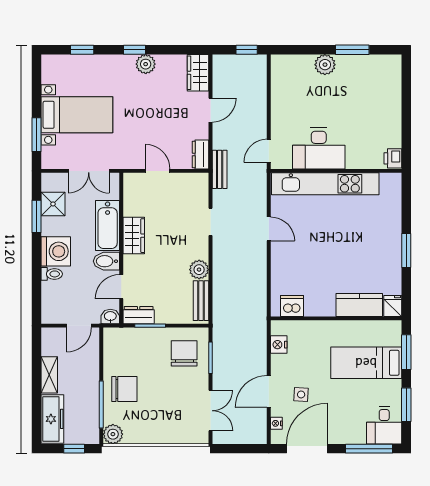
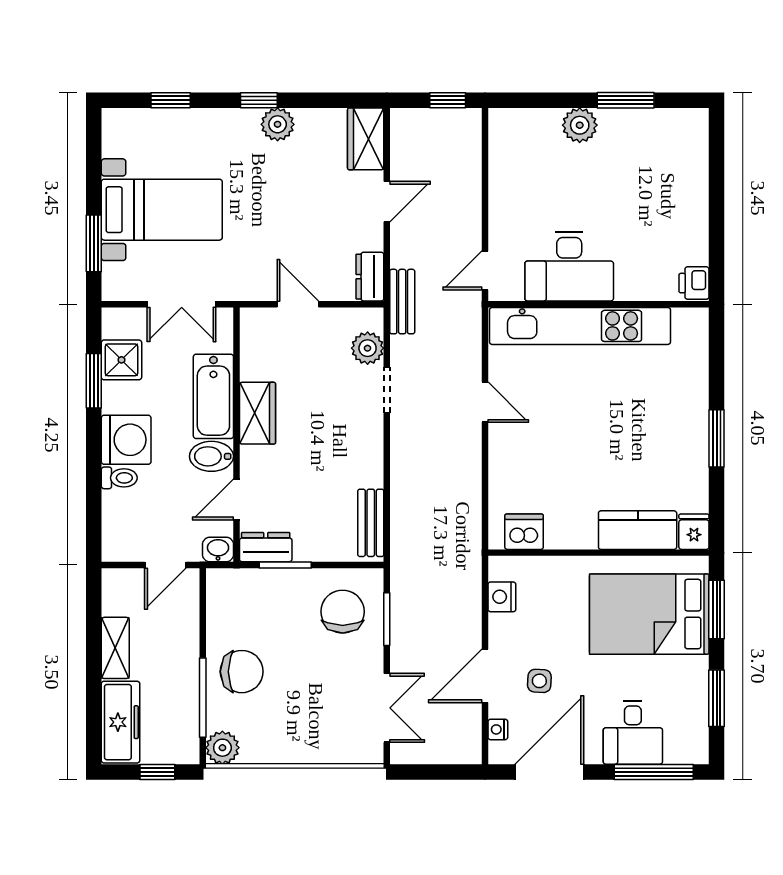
plant: (199, 270) -> (368, 348), moved
bed: (366, 363) -> (649, 614), width x1.50
desk: (384, 425) -> (633, 733), moved

